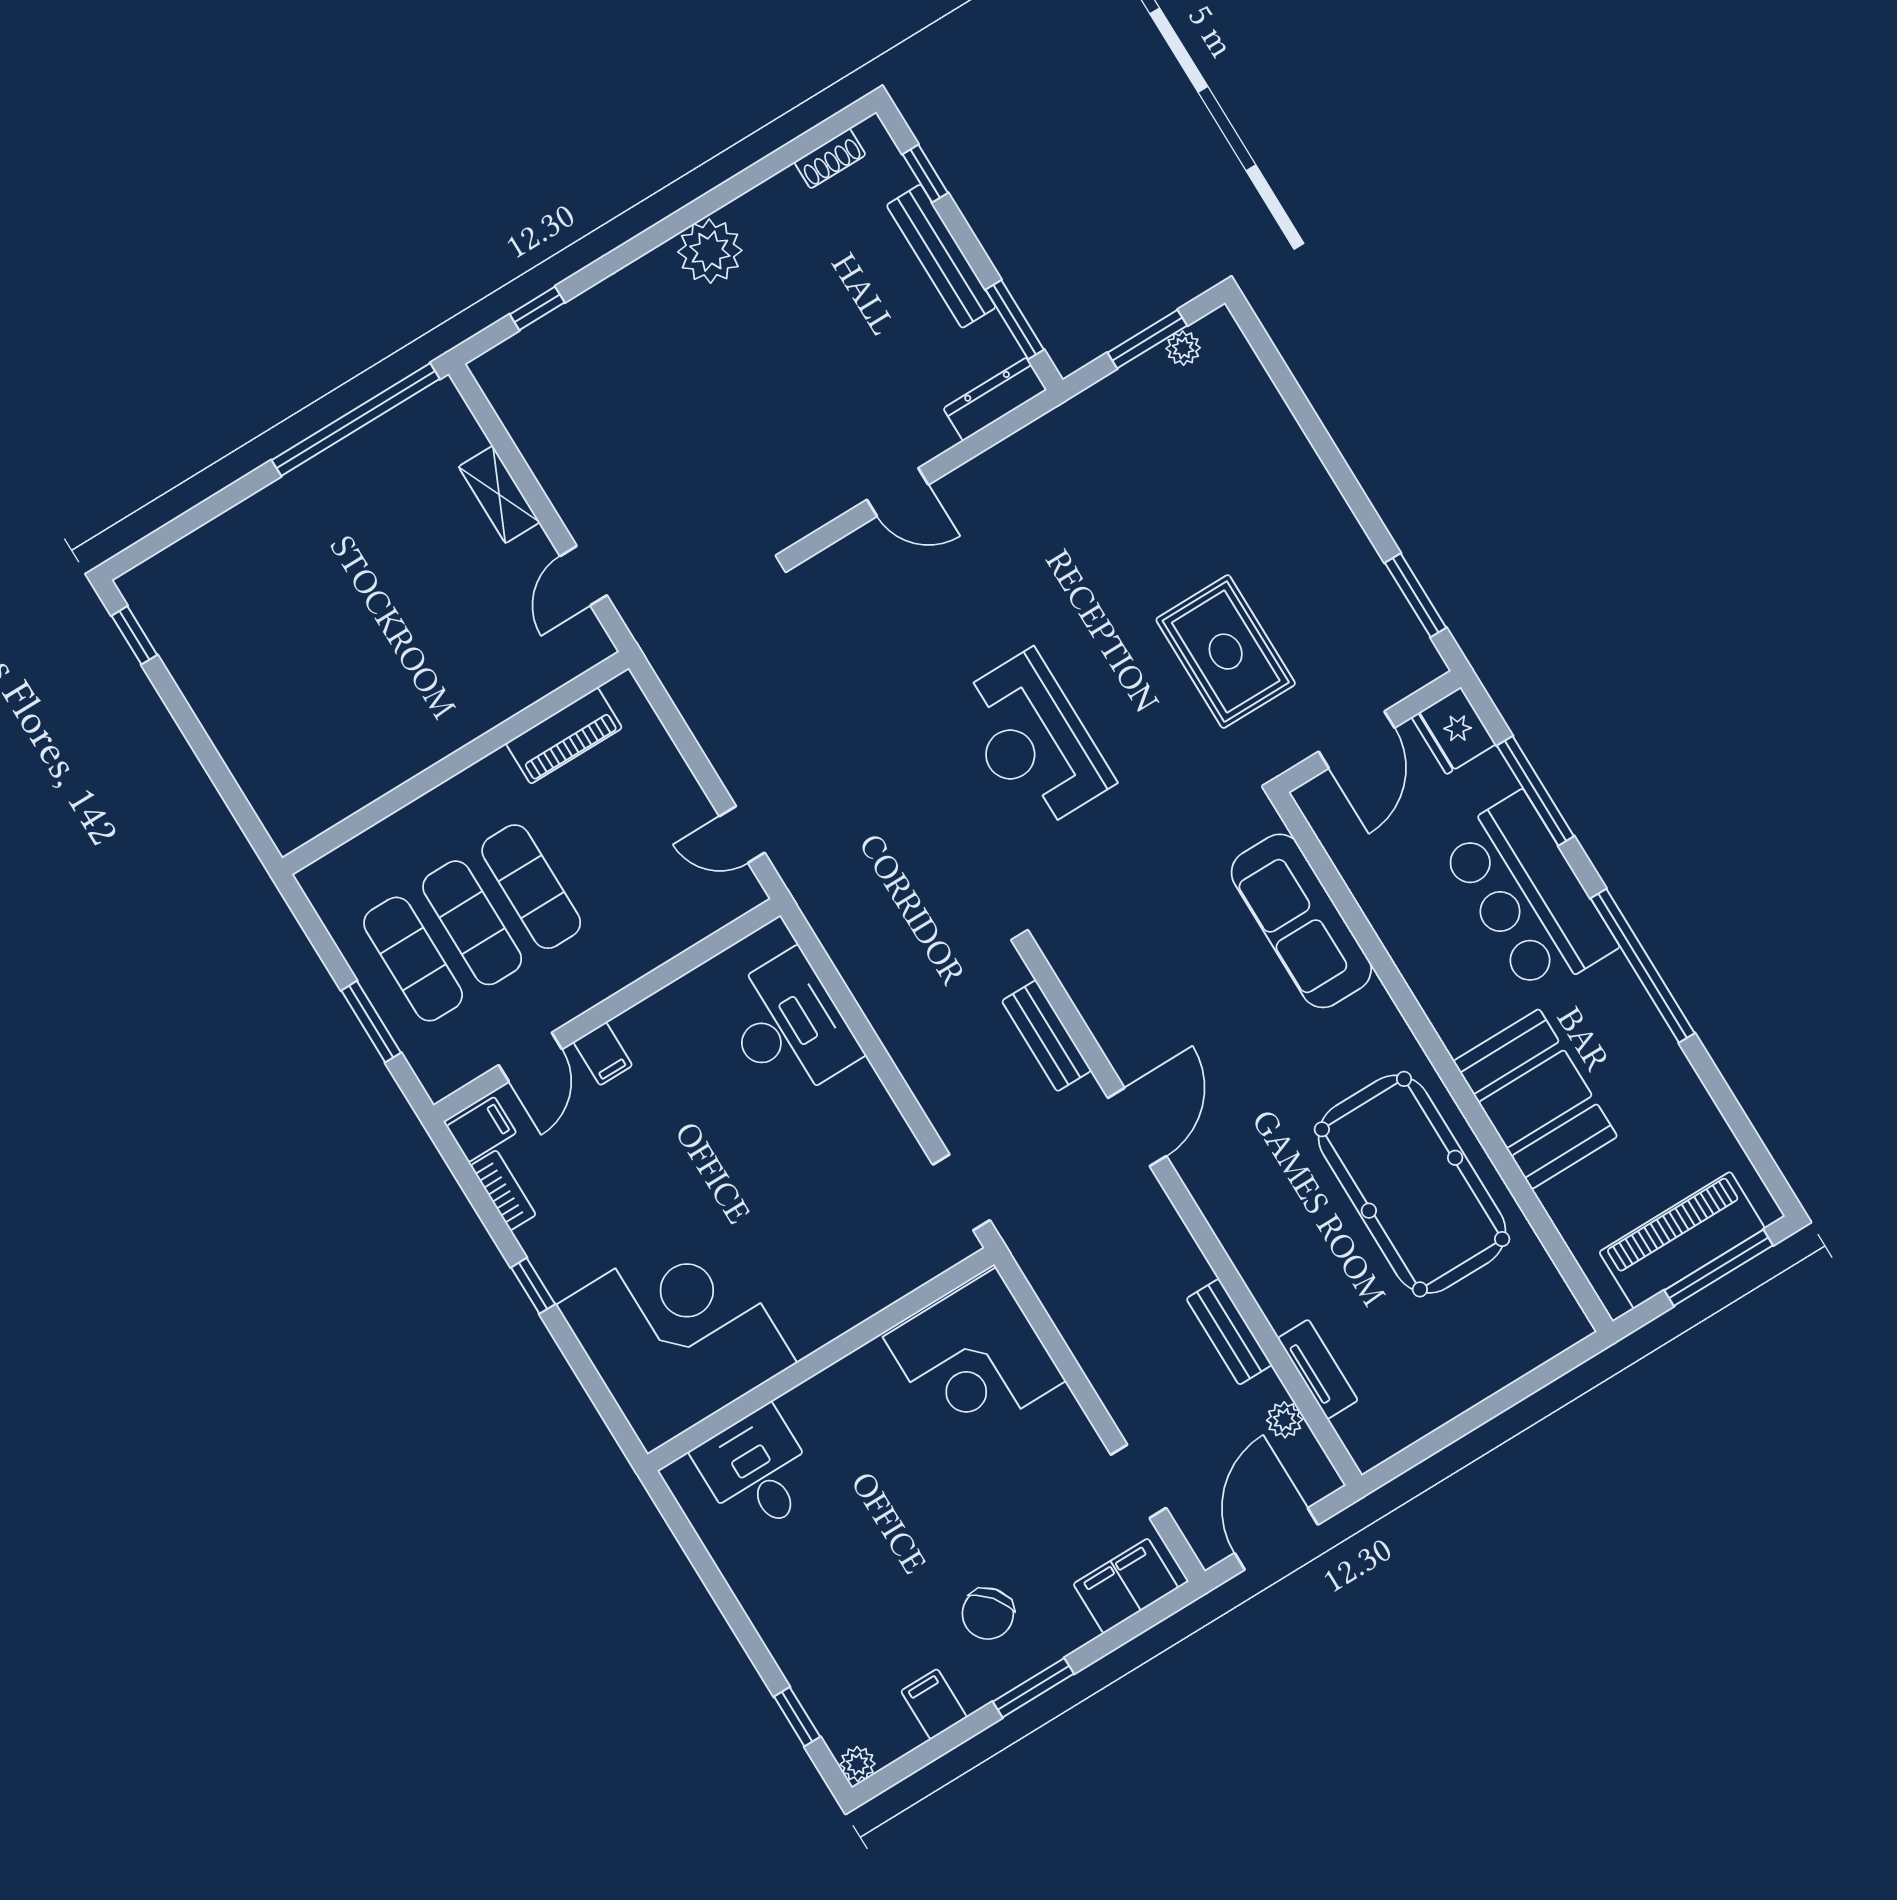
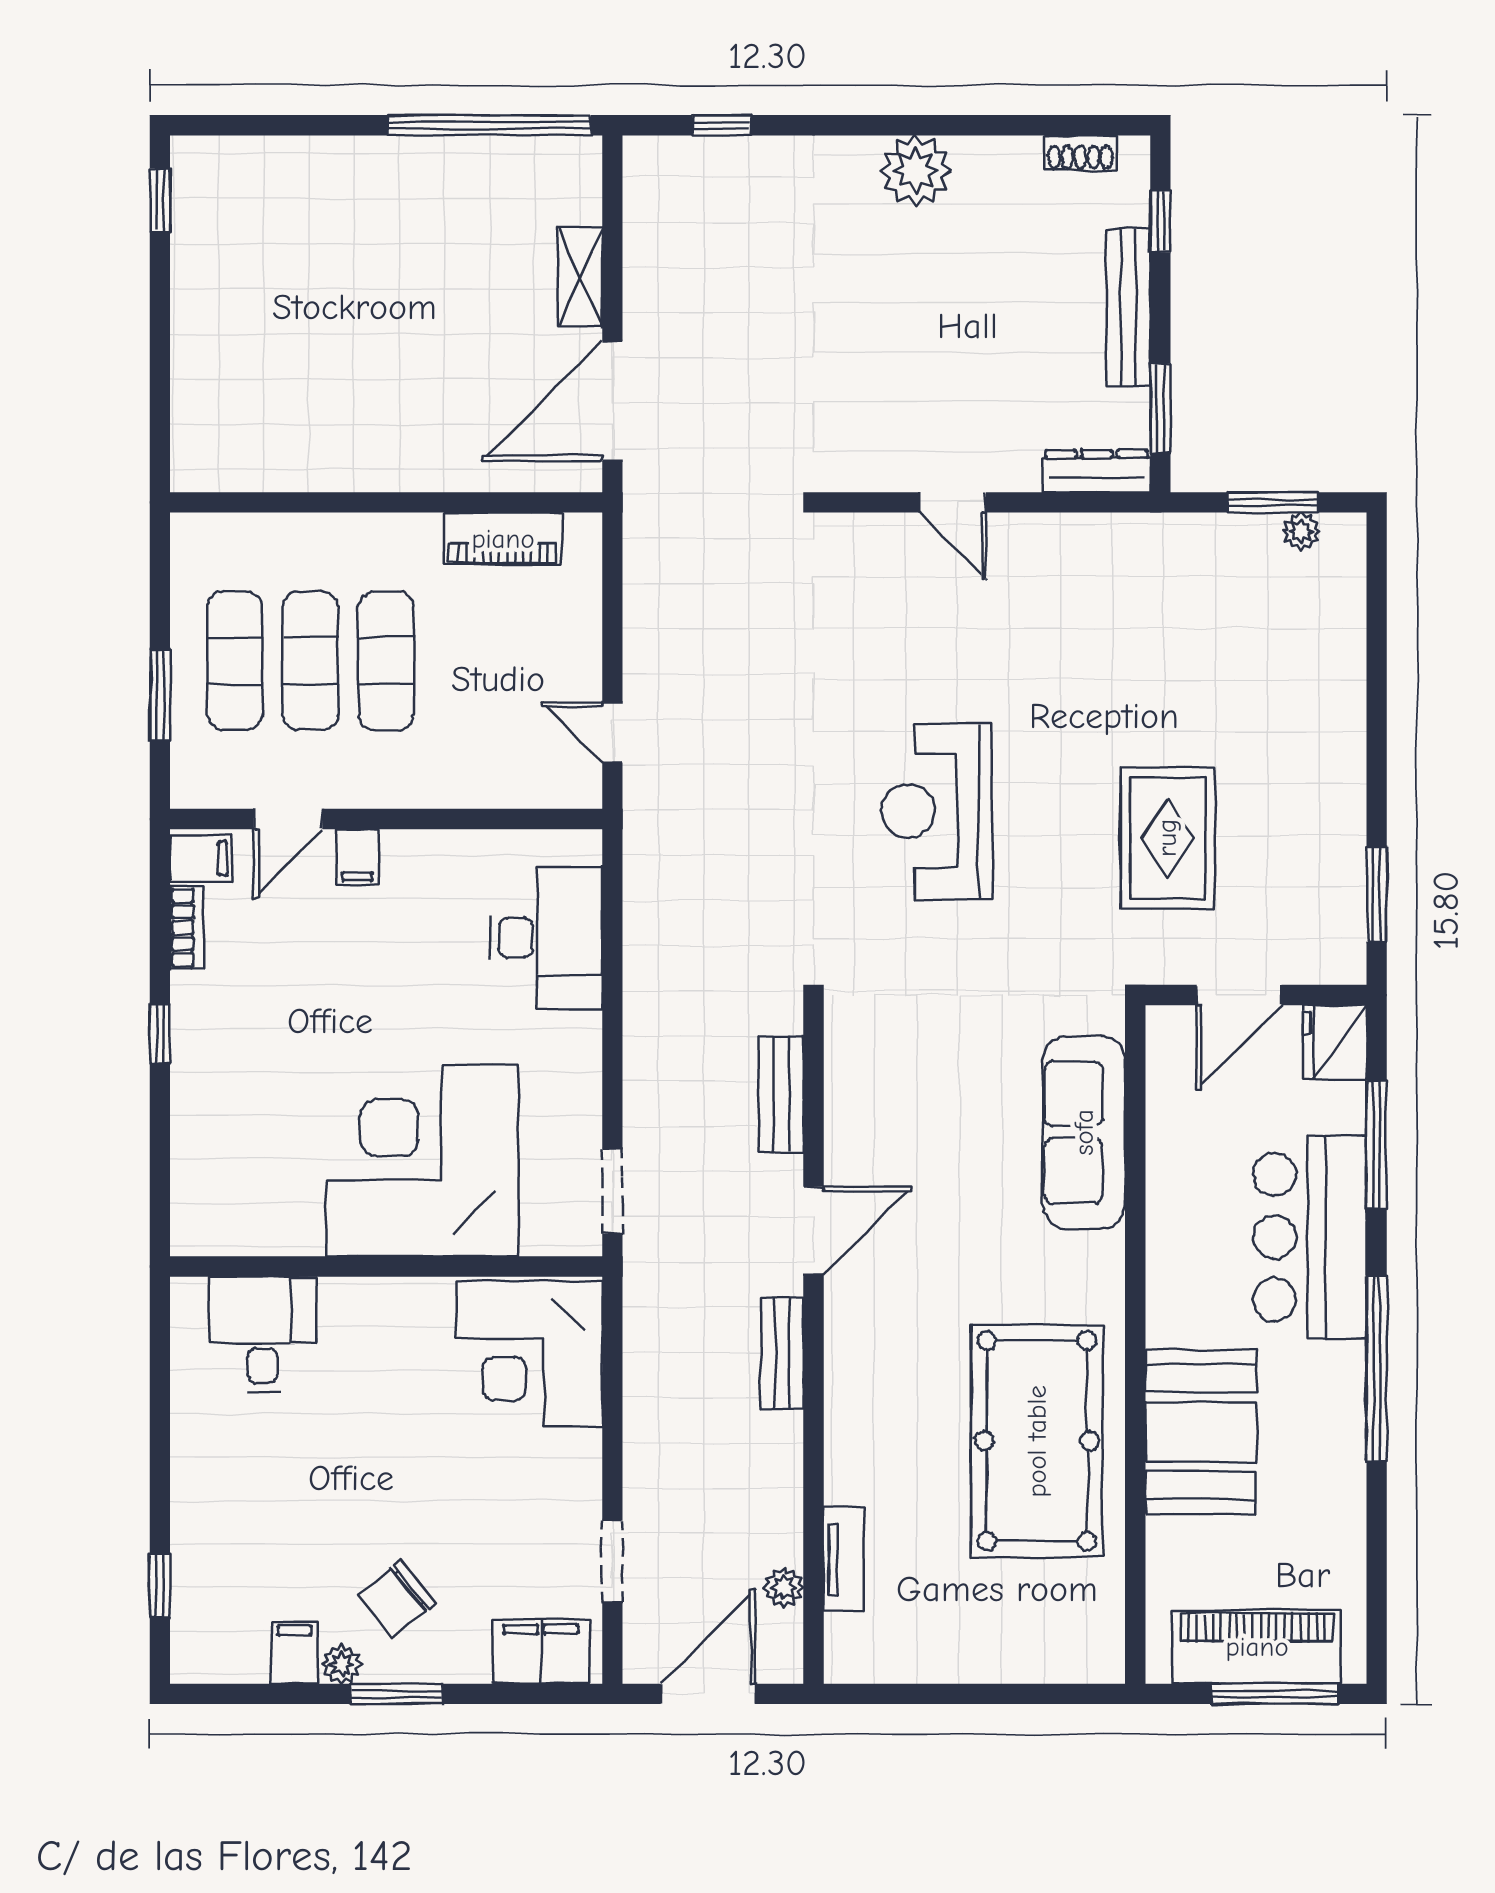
door: (583, 576) -> (612, 401), width x1.88
bench: (1229, 1332) -> (782, 1353), moved
corner desk: (676, 1334) -> (422, 1160), moved, turned -90
plant: (858, 1764) -> (342, 1665), moved

